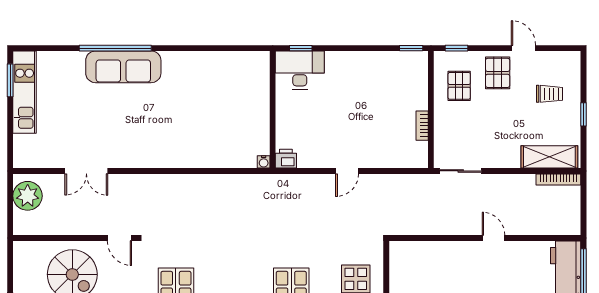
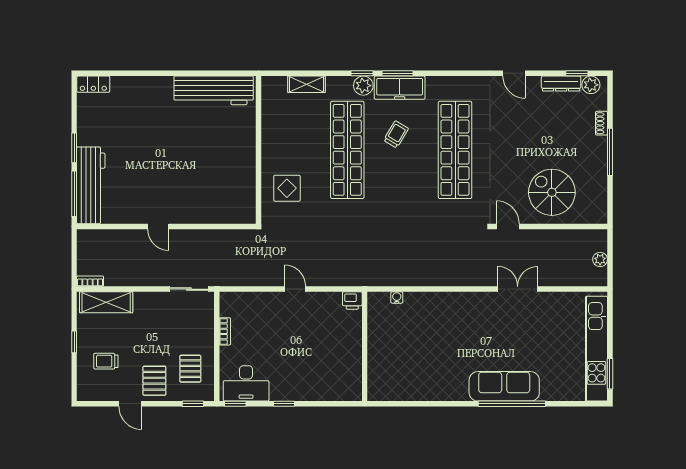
window: (301, 48) -> (284, 404), moved
desk: (300, 70) -> (246, 383), moved
kitchen unit: (25, 92) -> (596, 349), width x1.36
water cooler: (264, 162) -> (397, 297), moved
double door: (86, 171) -> (518, 289), moved
door: (347, 171) -> (295, 289), hinge flipped
bookcase: (558, 179) -> (90, 281), width x0.64
plant: (28, 196) -> (600, 259), width x0.53, depth x0.53

